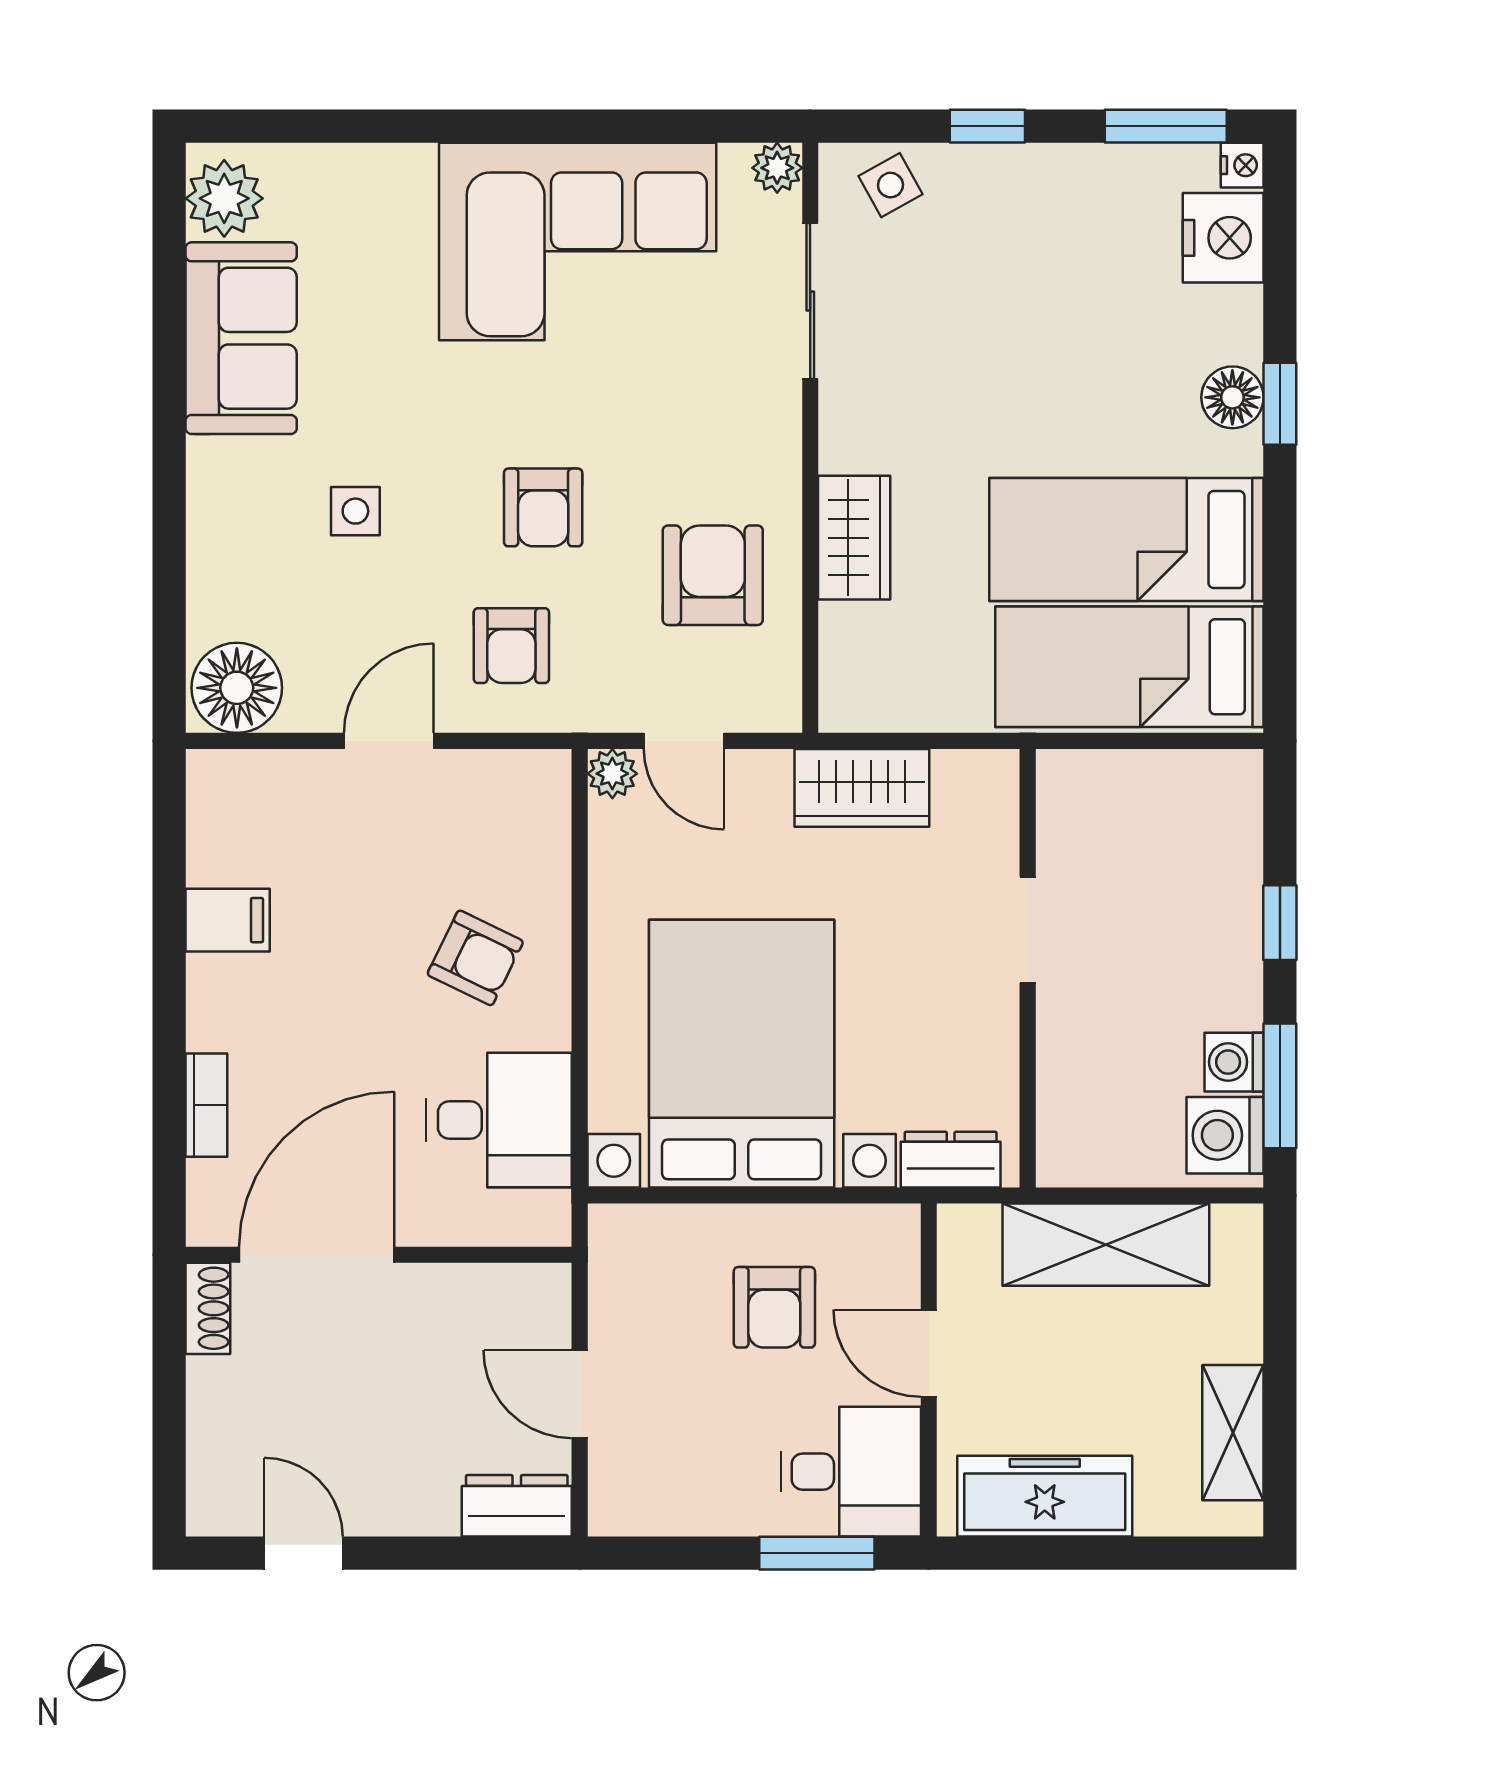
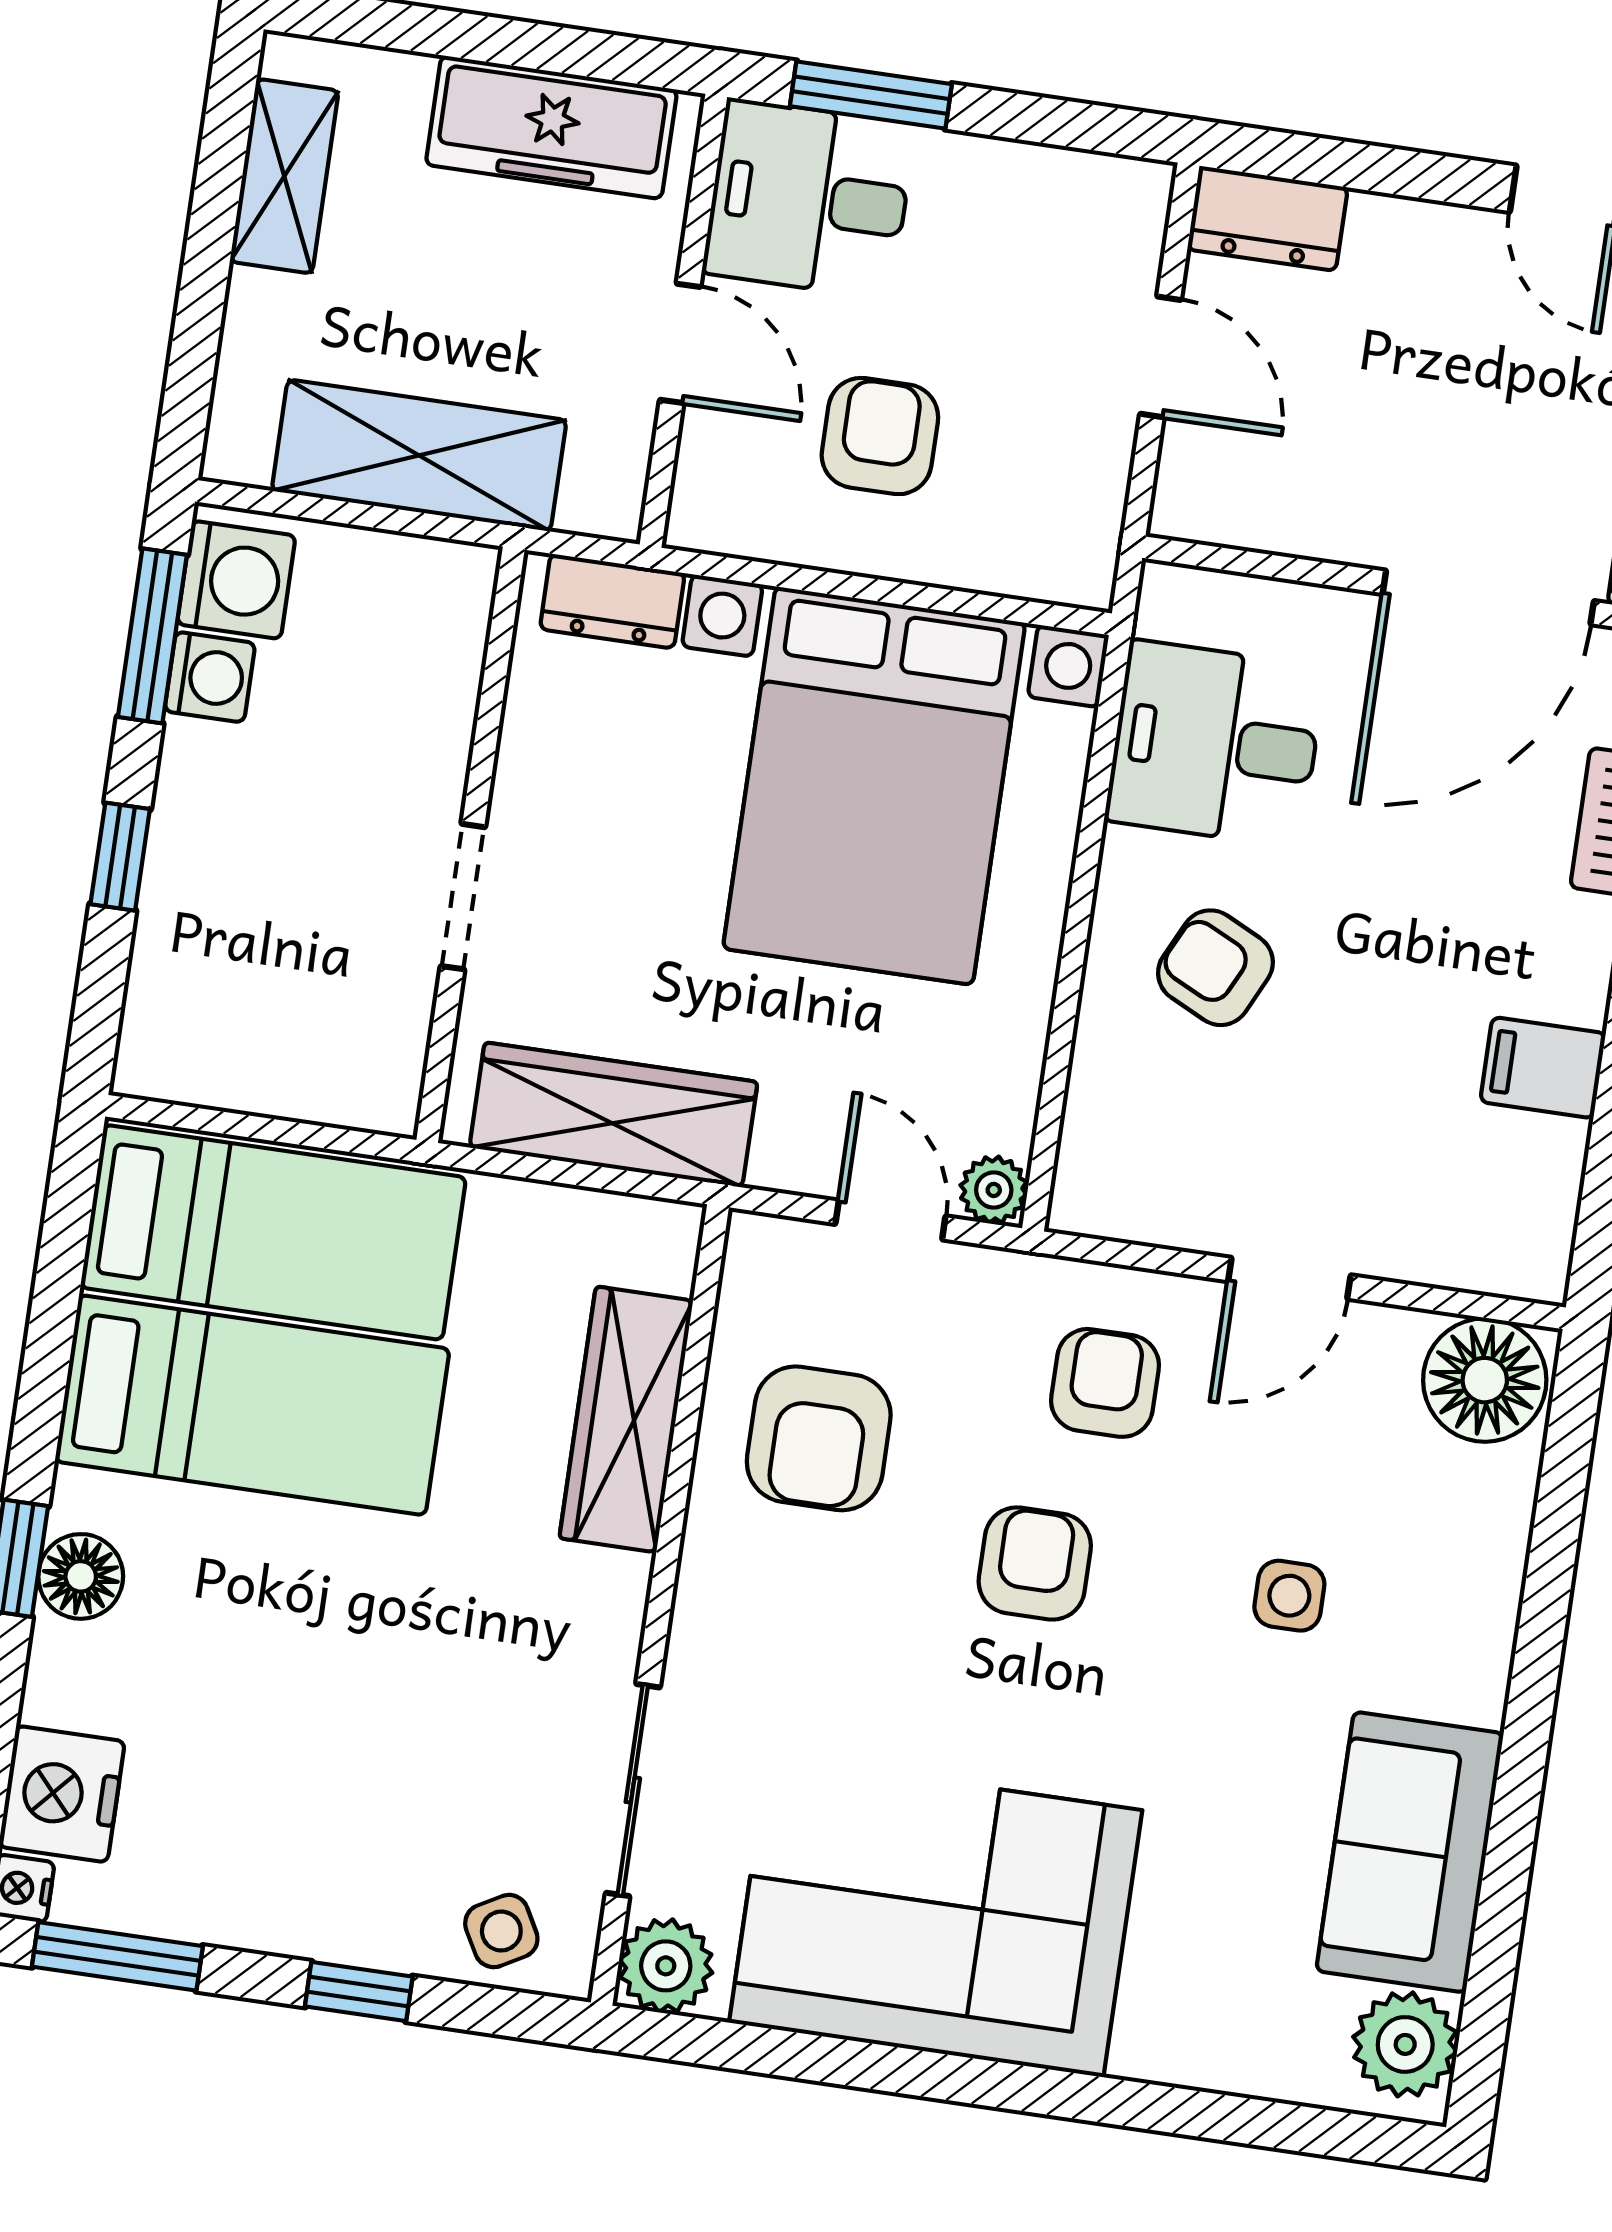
plant: (777, 168) -> (666, 1966), width x1.38, depth x1.38
wardrobe: (854, 538) -> (626, 1419), width x1.50
wardrobe: (862, 788) -> (613, 1115), width x1.50

